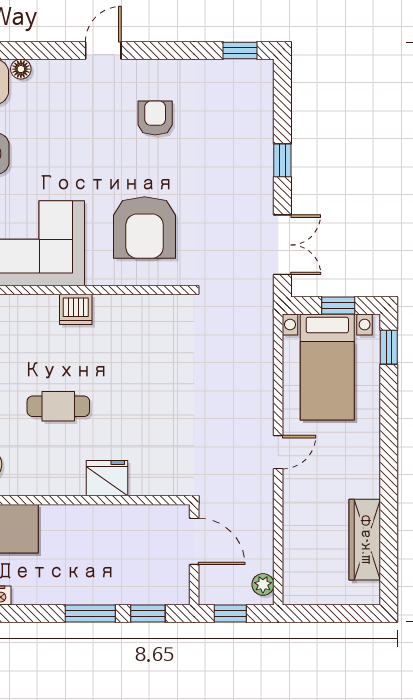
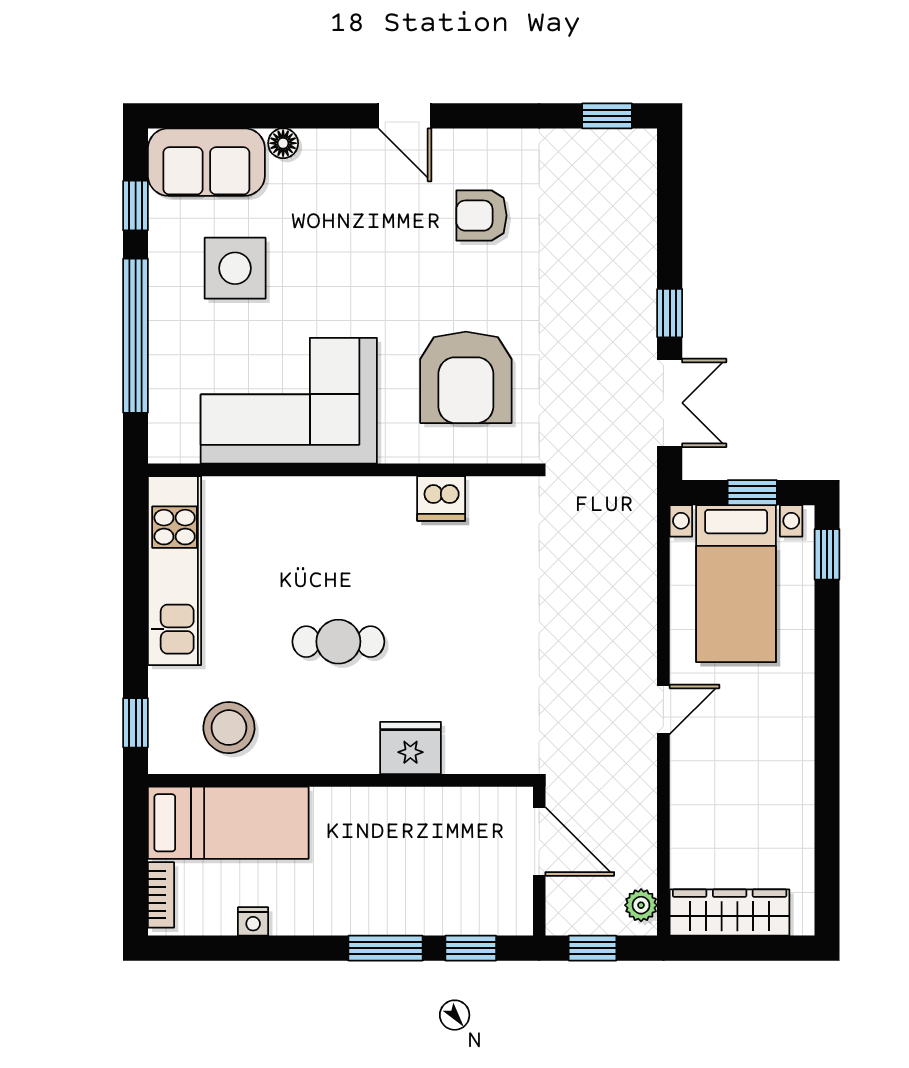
door: (103, 51) -> (405, 116), swing flipped
armchair: (155, 118) -> (481, 216), turned -90
window: (282, 160) -> (670, 313), moved
dishwasher: (76, 309) -> (441, 499), moved
wardrobe: (365, 540) -> (730, 913), moved, turned 90

